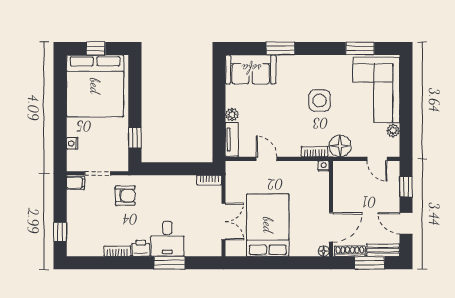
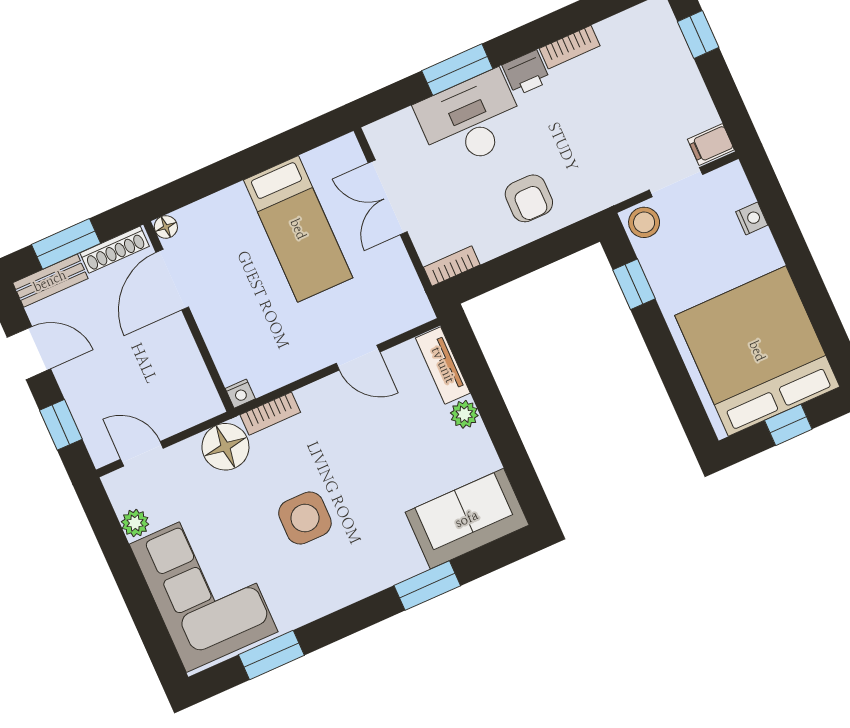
stool: (119, 162) -> (644, 222), added
armchair: (125, 196) -> (529, 198), moved, turned -90
bed: (268, 225) -> (298, 229), width x0.67
desk: (167, 239) -> (471, 120), width x1.37

